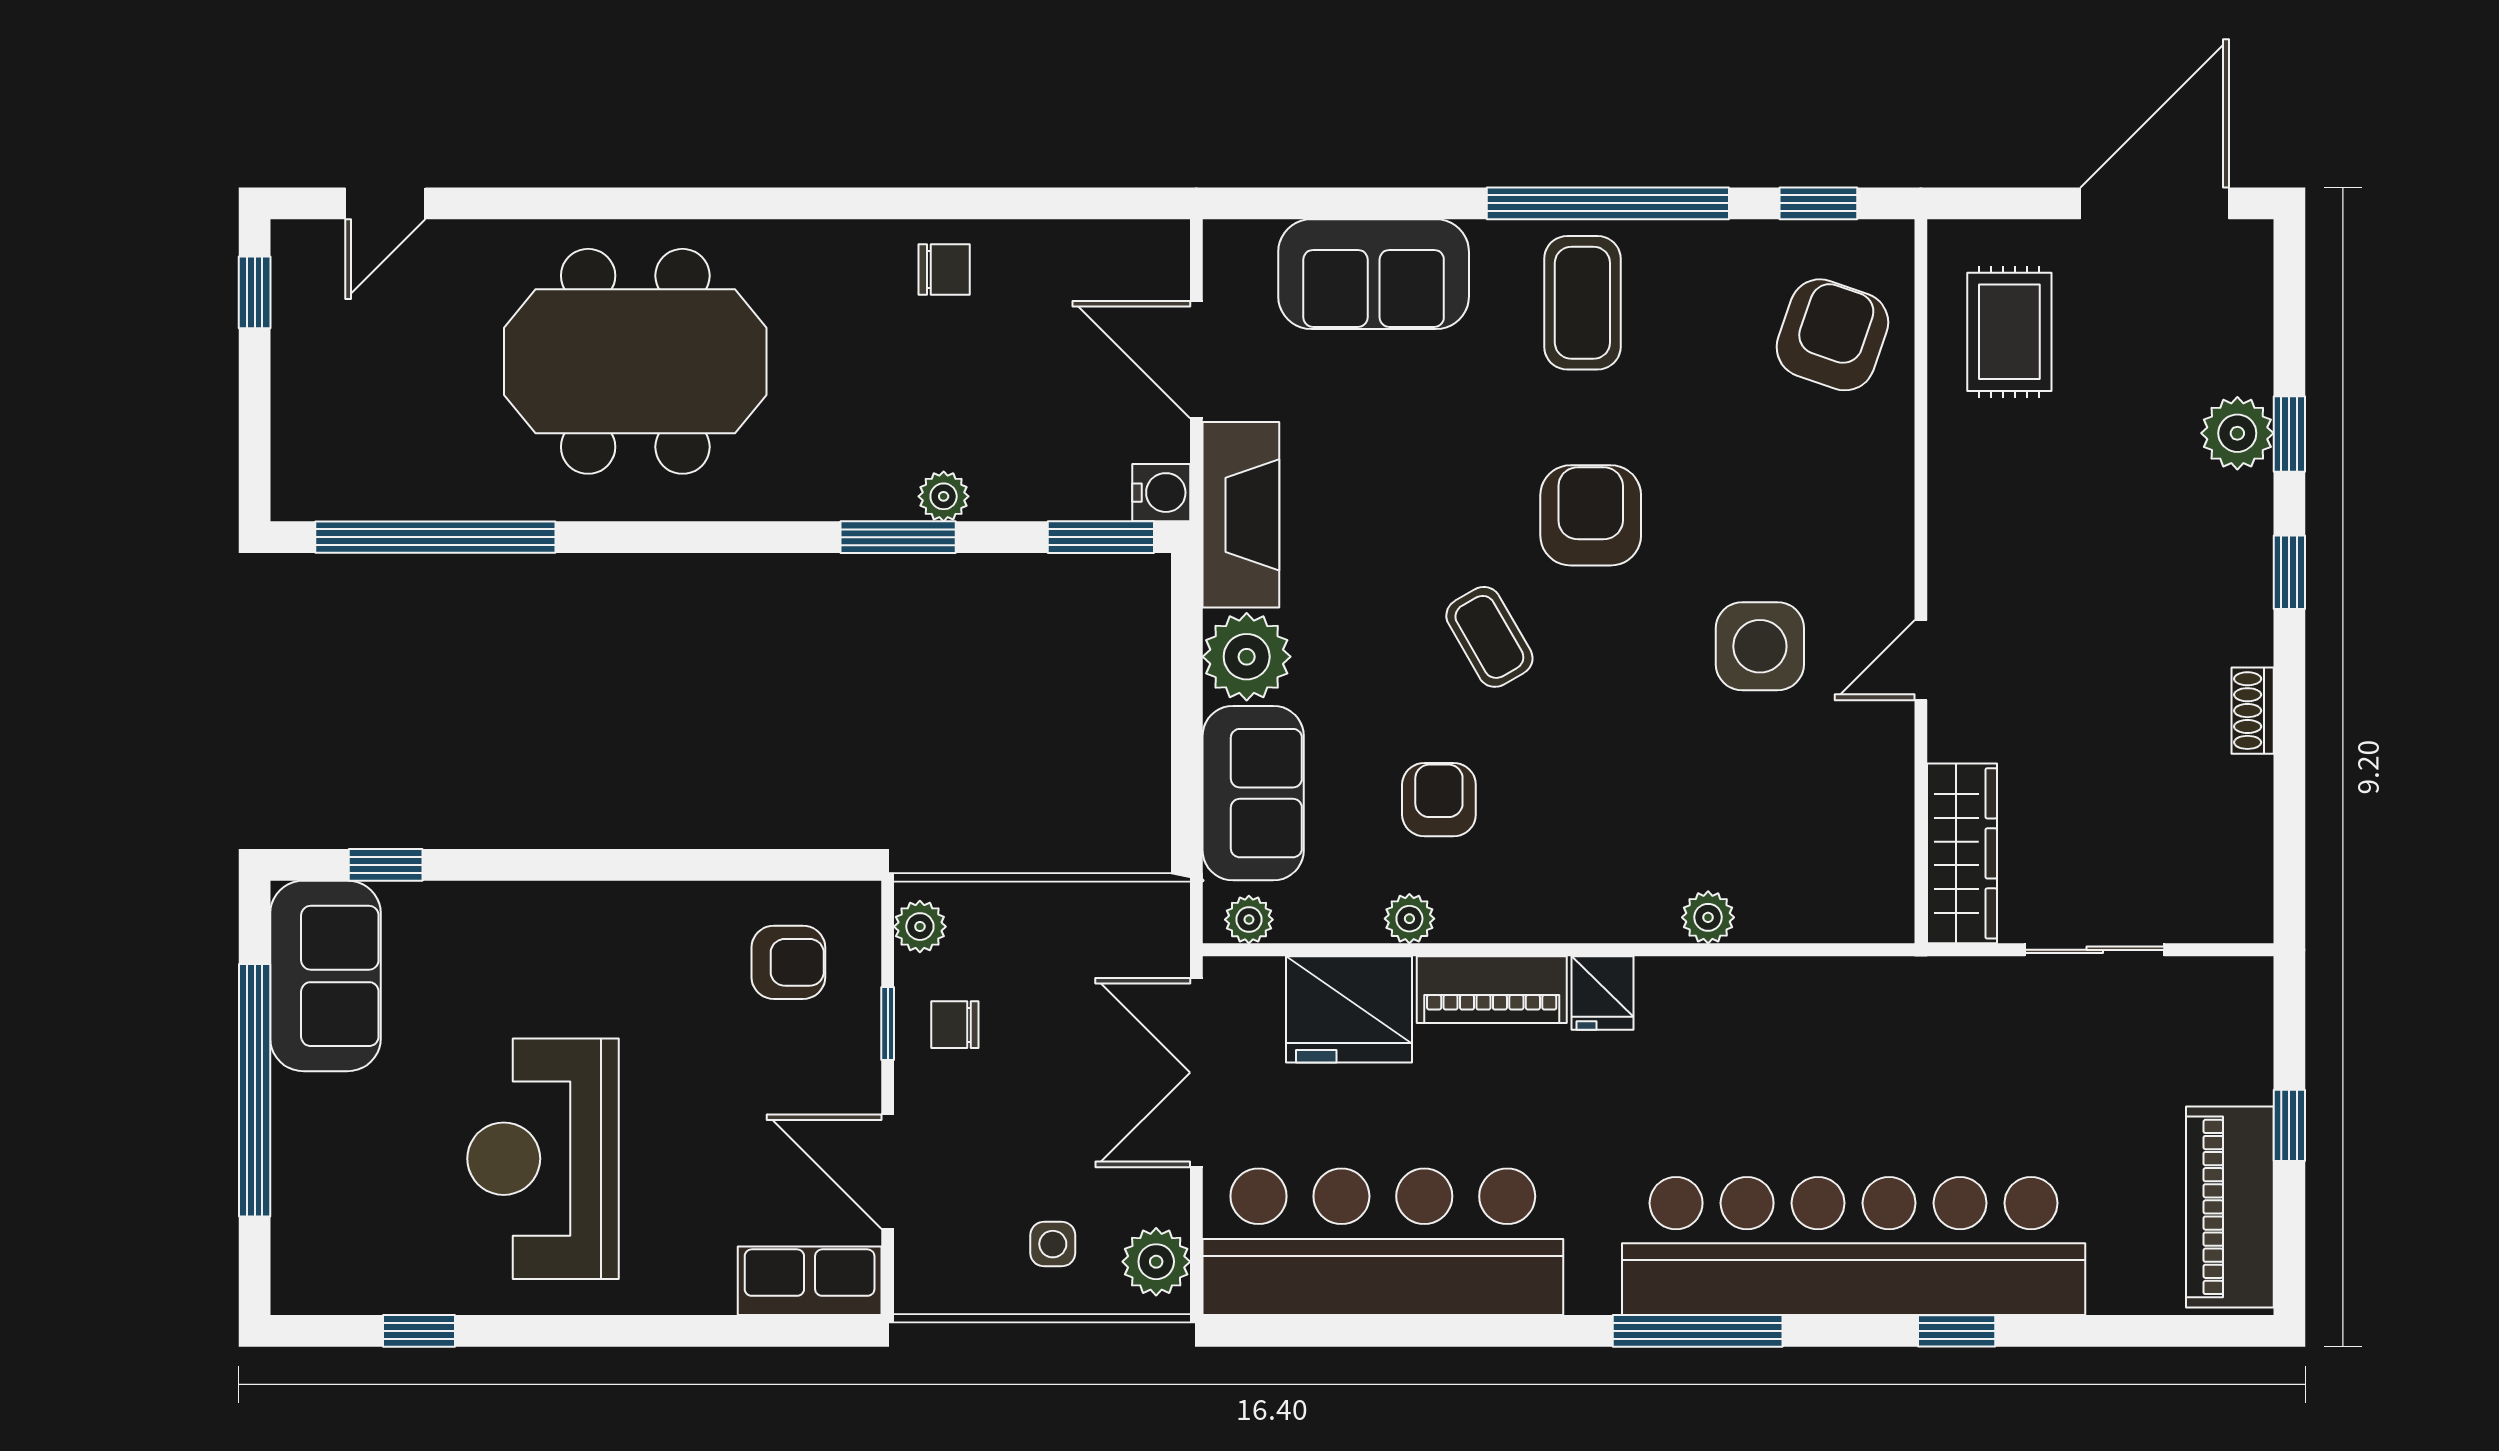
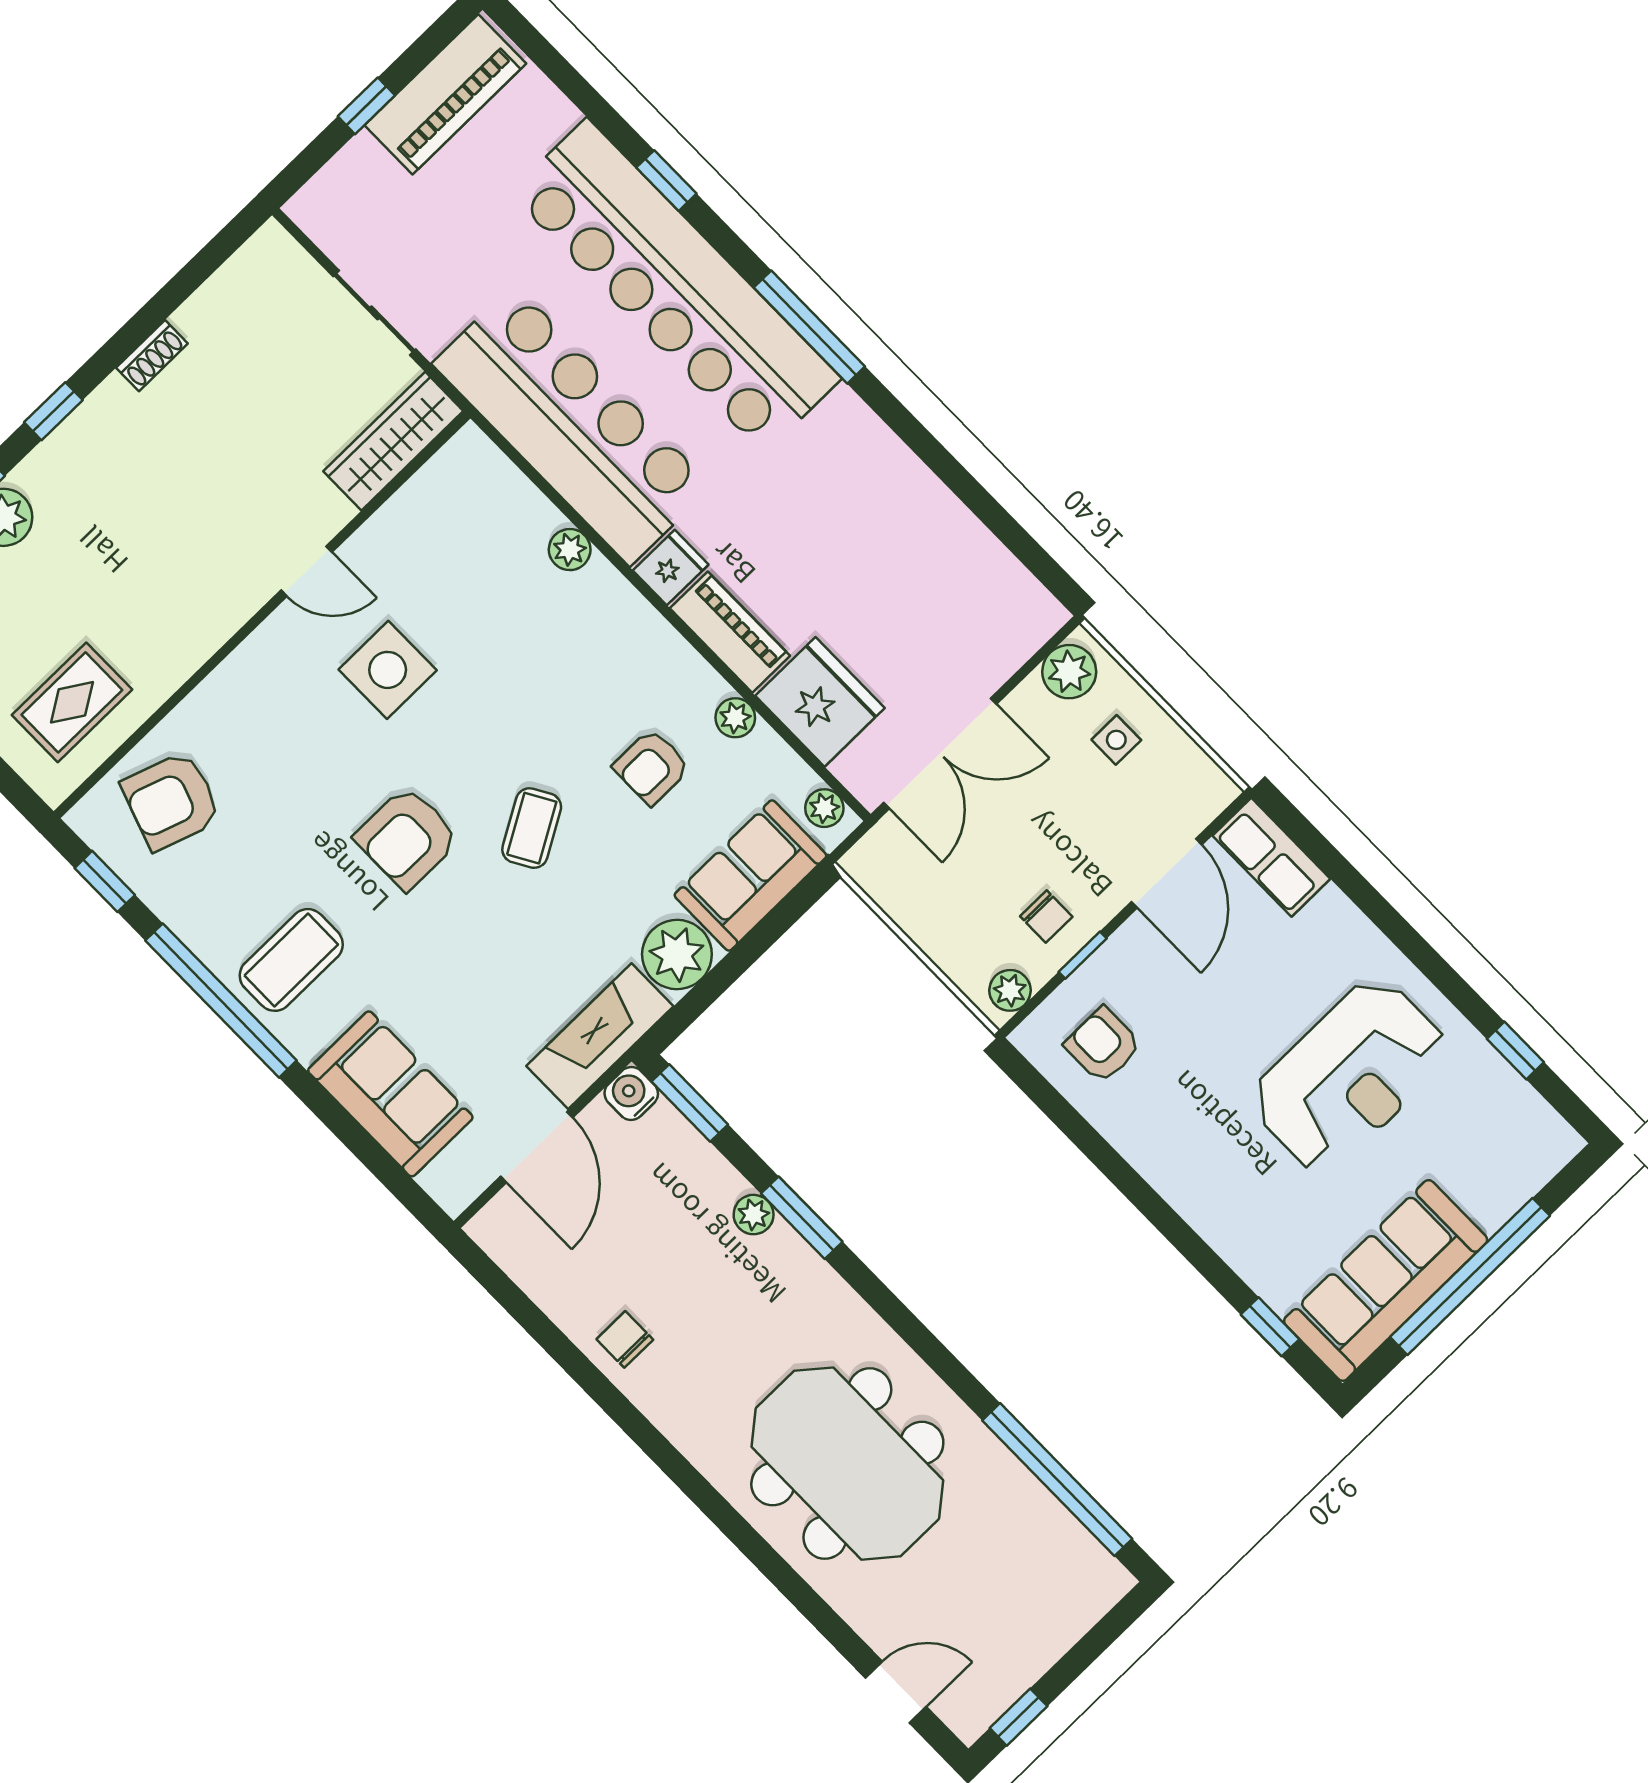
sofa: (325, 976) -> (1386, 1280), width x1.36
bar counter: (1383, 1242) -> (572, 425), moved, turned 180

